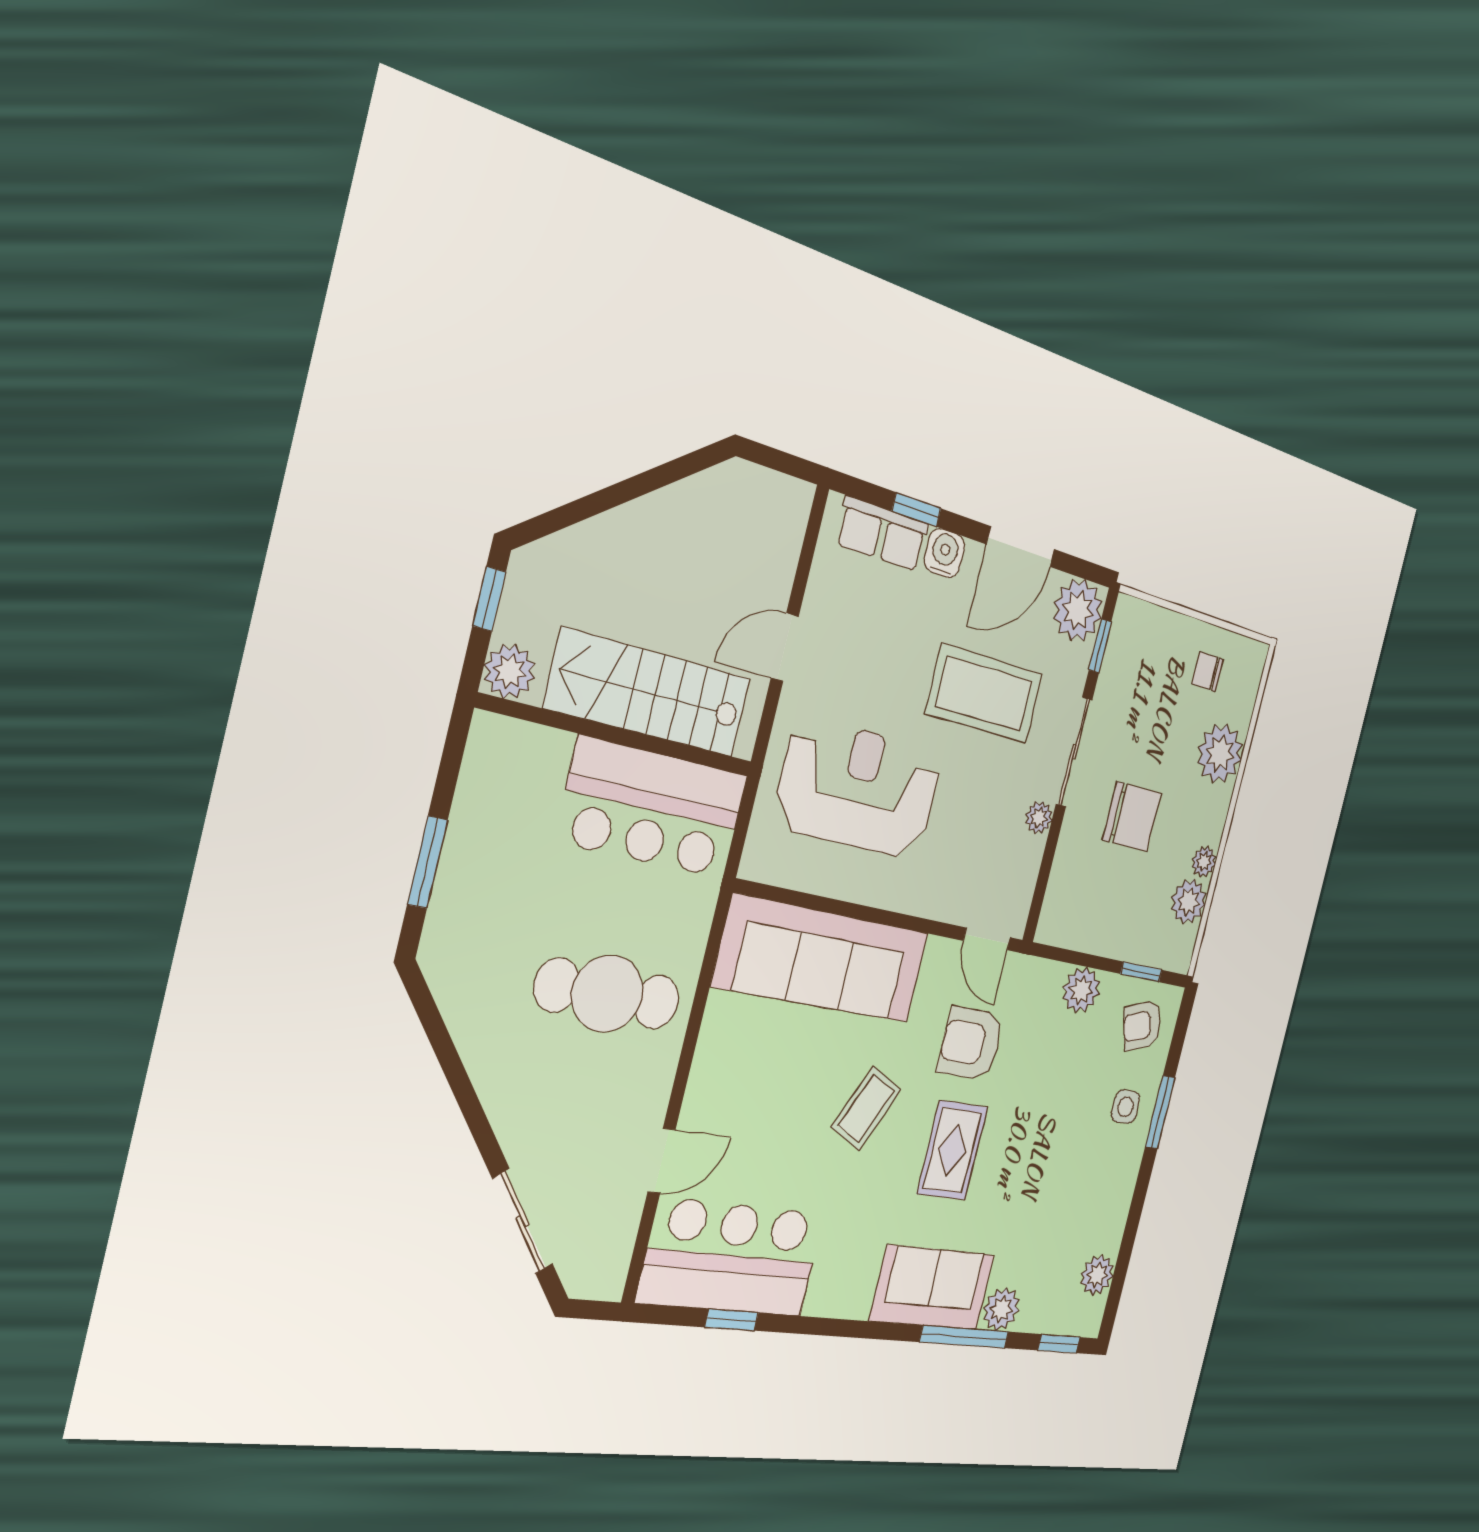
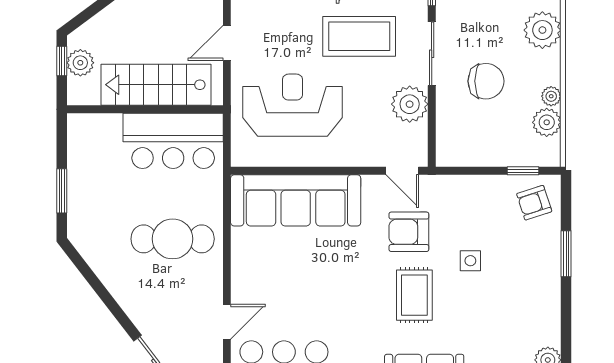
plant: (510, 671) -> (80, 63), moved
plant: (1039, 818) -> (410, 104), width x1.88, depth x1.88
plant: (1081, 990) -> (480, 189), removed
side table: (1126, 1107) -> (470, 261), moved
coffee table: (866, 1108) -> (348, 278), removed

